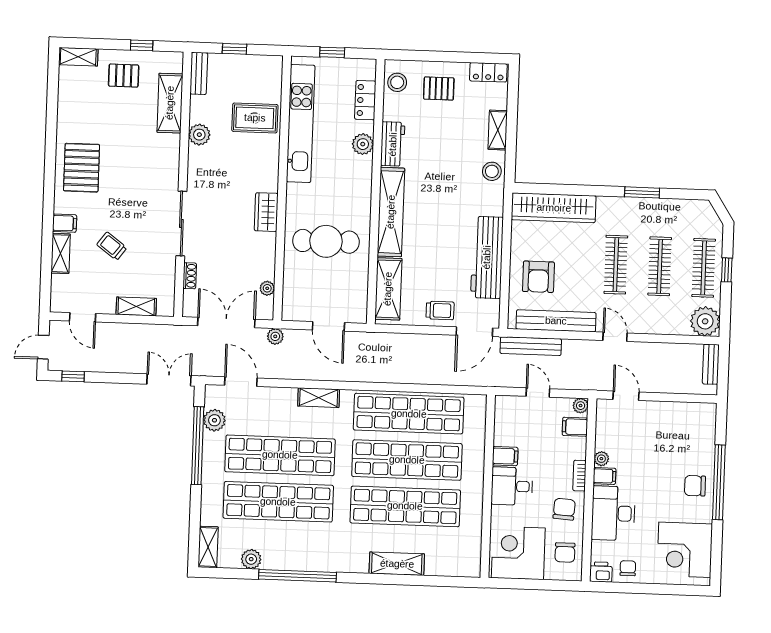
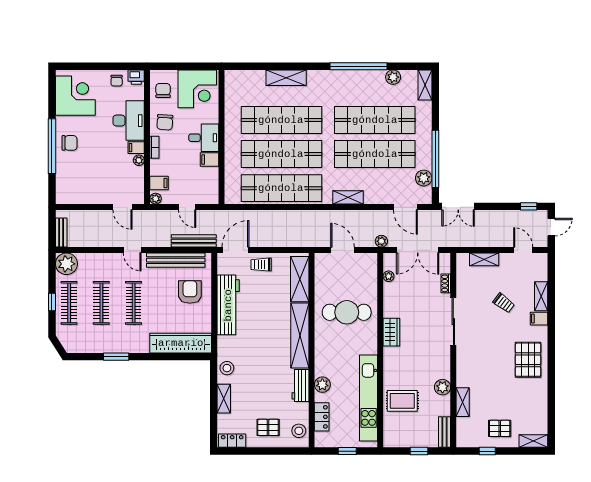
shelving: (170, 103) -> (463, 402), width x0.67, depth x0.75

